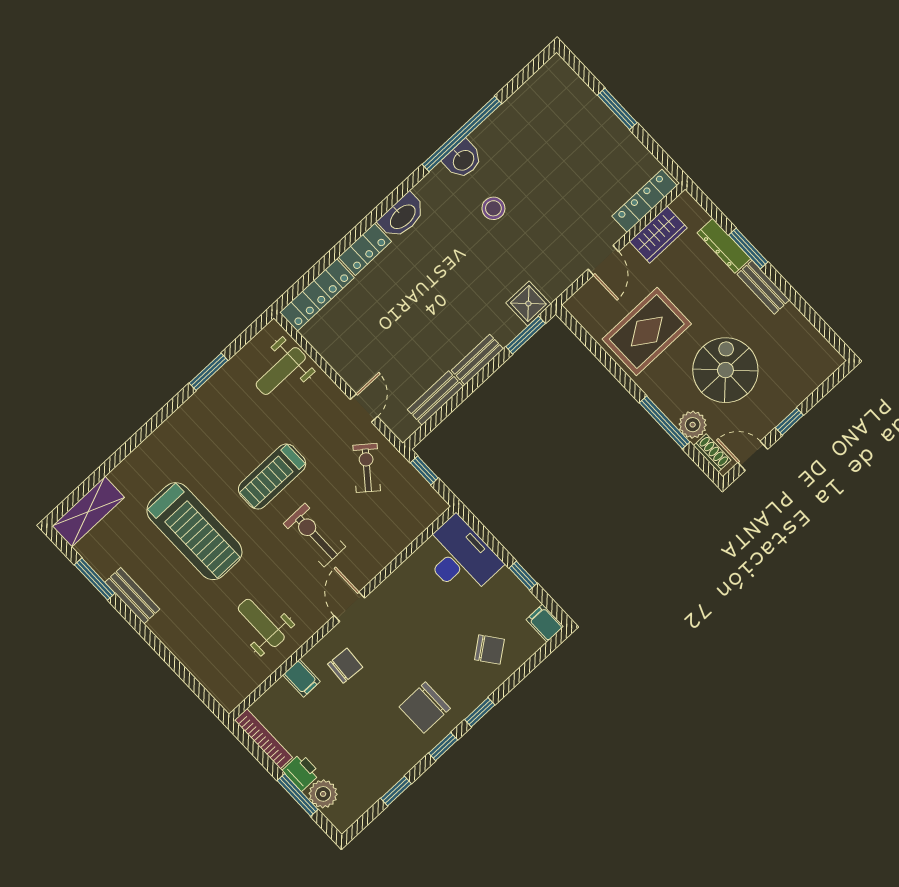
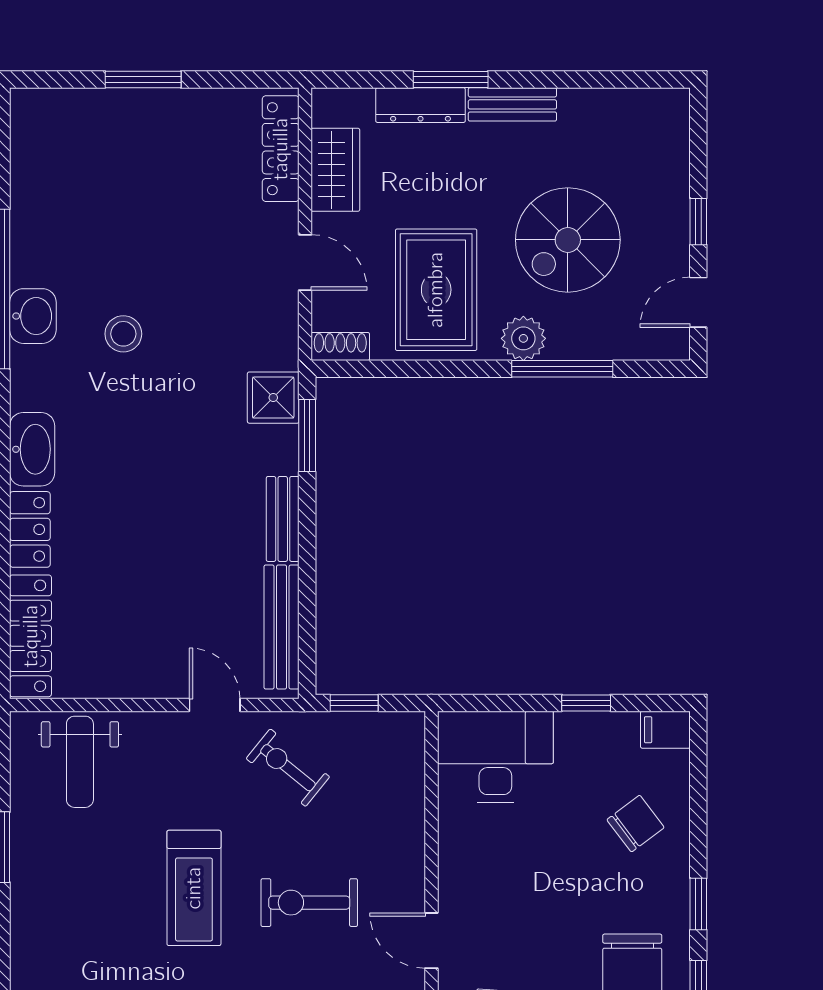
spiral stairs: (725, 370) -> (568, 240), turned -90
bench: (435, 398) -> (282, 627), width x1.36
plant: (693, 425) -> (523, 338), moved
shoe rack: (712, 453) -> (340, 347), moved

